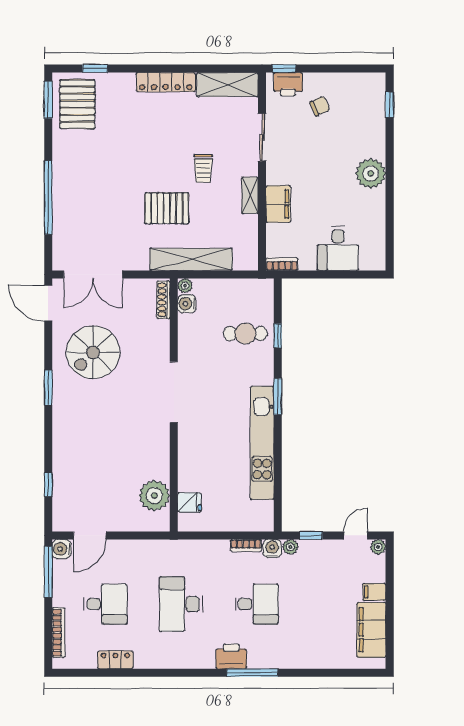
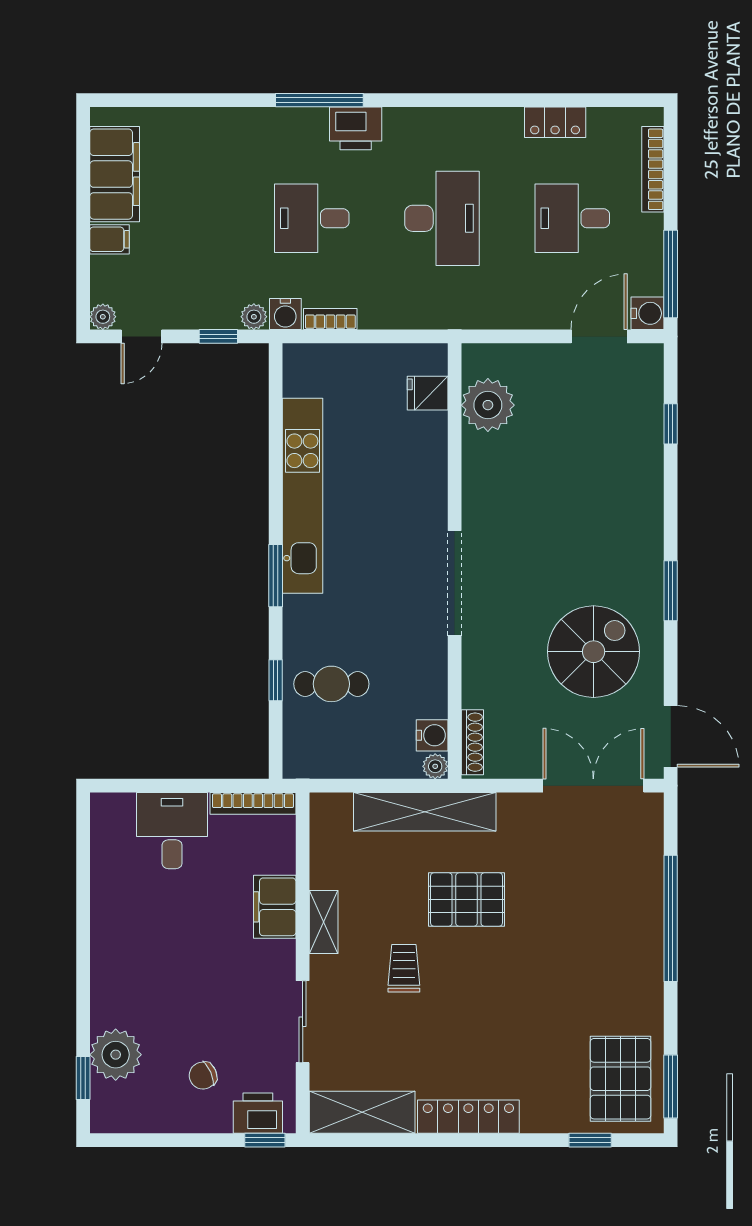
plant: (371, 173) -> (116, 1055), moved
bookcase: (282, 264) -> (253, 803), width x1.56

